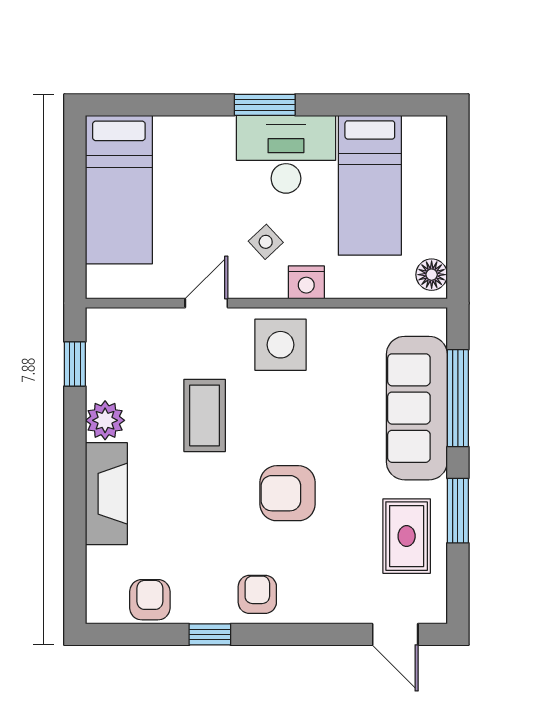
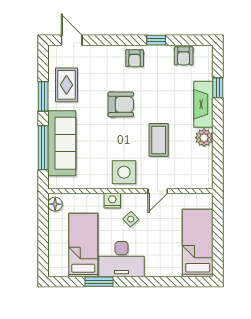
window: (265, 105) -> (99, 282), moved
window: (75, 364) -> (218, 88), moved

